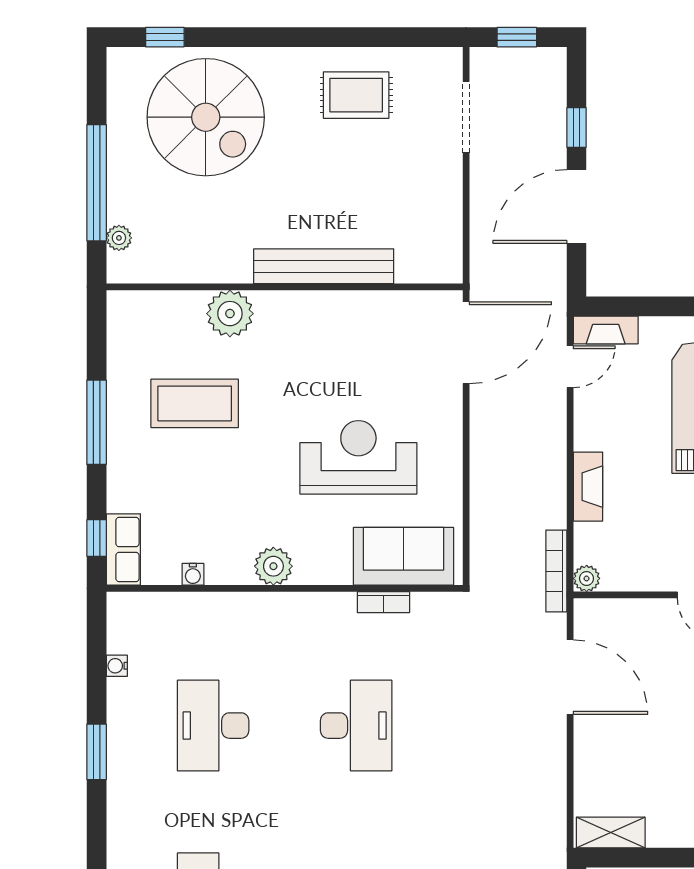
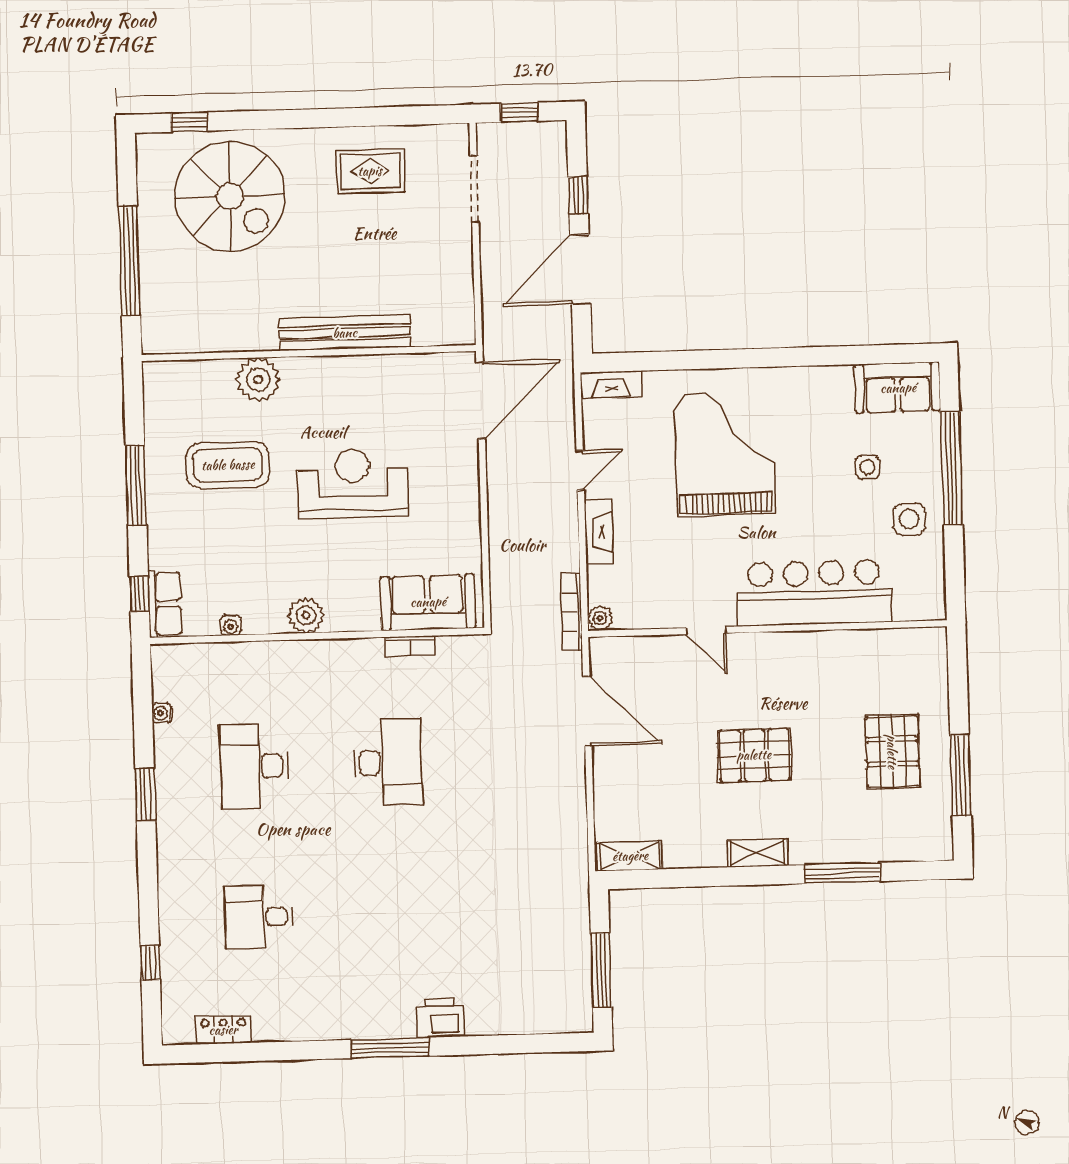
plant: (119, 238) -> (152, 312), removed
door: (570, 367) -> (580, 470), moved
reception desk: (358, 457) -> (353, 484), moved

